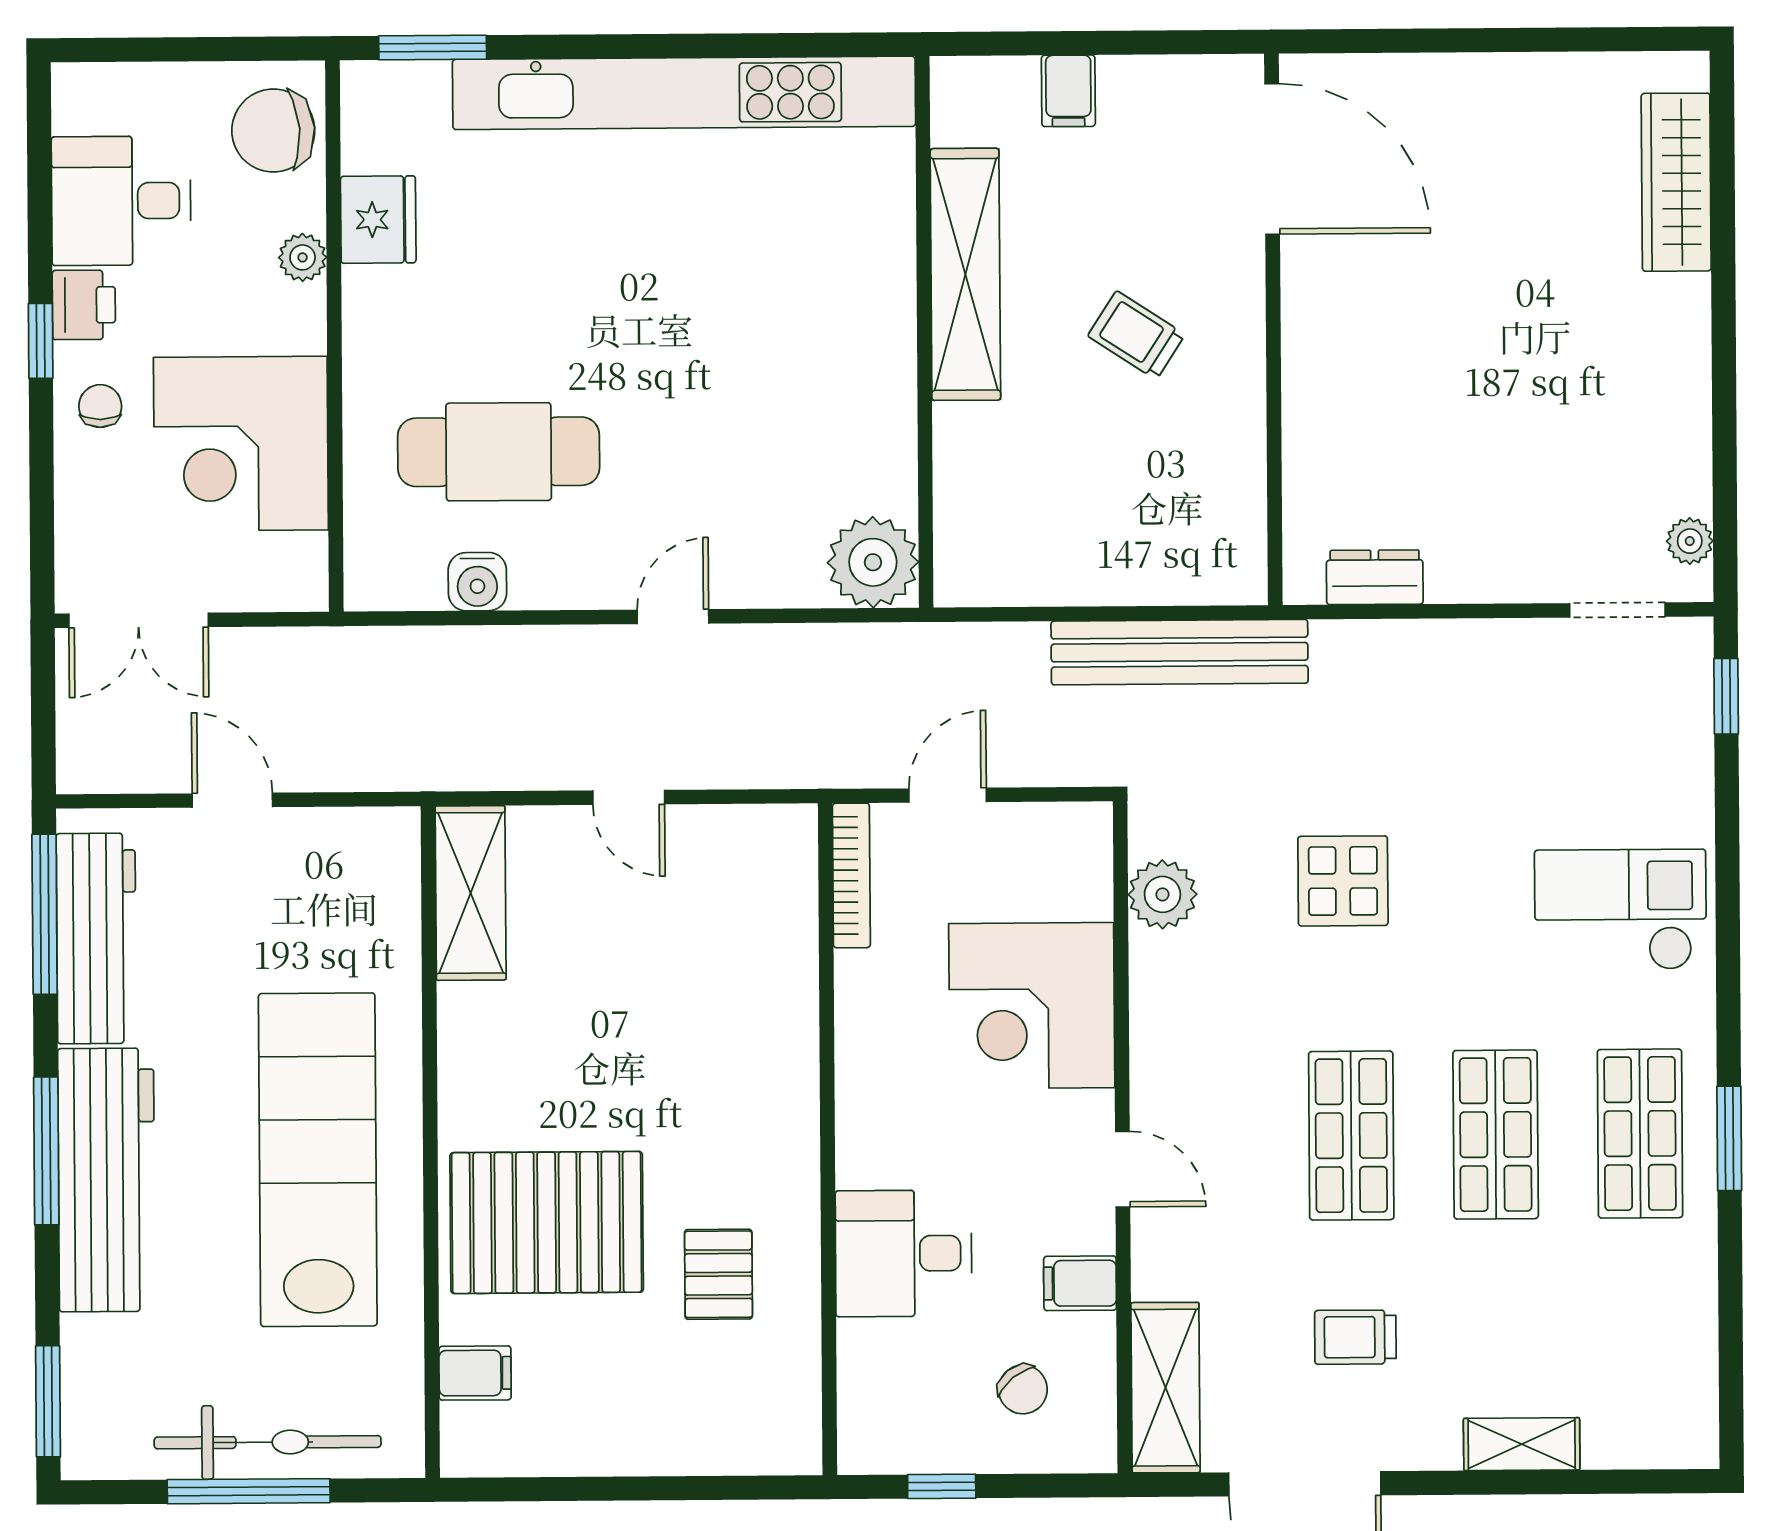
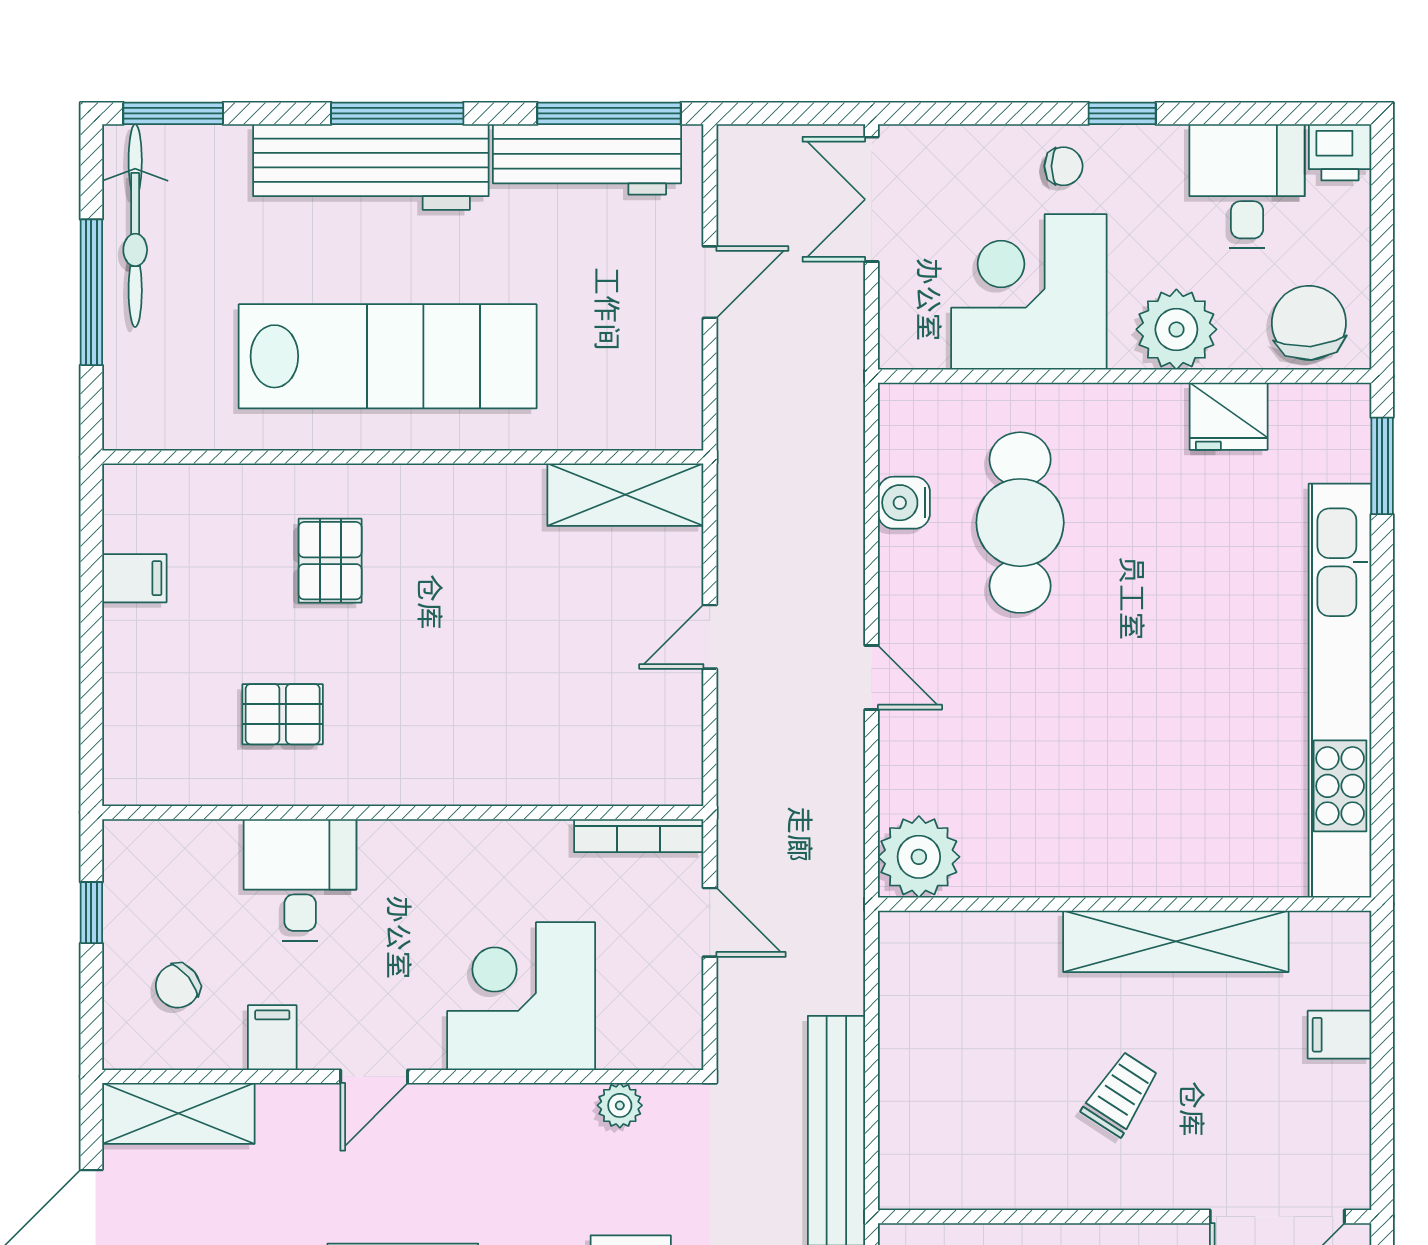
plant: (303, 257) -> (1176, 329), width x1.88, depth x1.88
printer: (84, 305) -> (1340, 152), moved
plant: (1162, 894) -> (620, 1105), width x0.73, depth x0.73
pallet: (547, 1222) -> (330, 561), width x0.49, depth x0.50
filing cabinet: (475, 1373) -> (134, 578), moved, turned -90
bicycle: (268, 1442) -> (135, 226), moved

